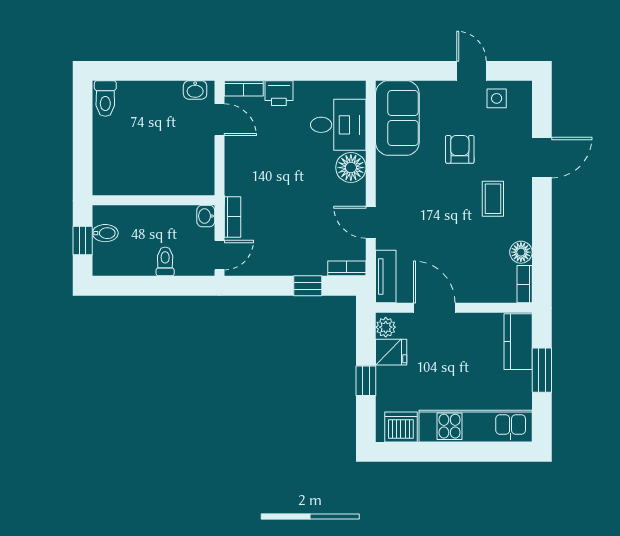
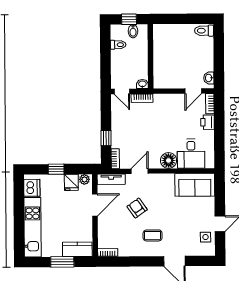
armchair: (460, 149) -> (137, 208), moved, turned -125
floor lamp: (521, 252) -> (124, 250), removed
toilet: (165, 261) -> (118, 45), moved

